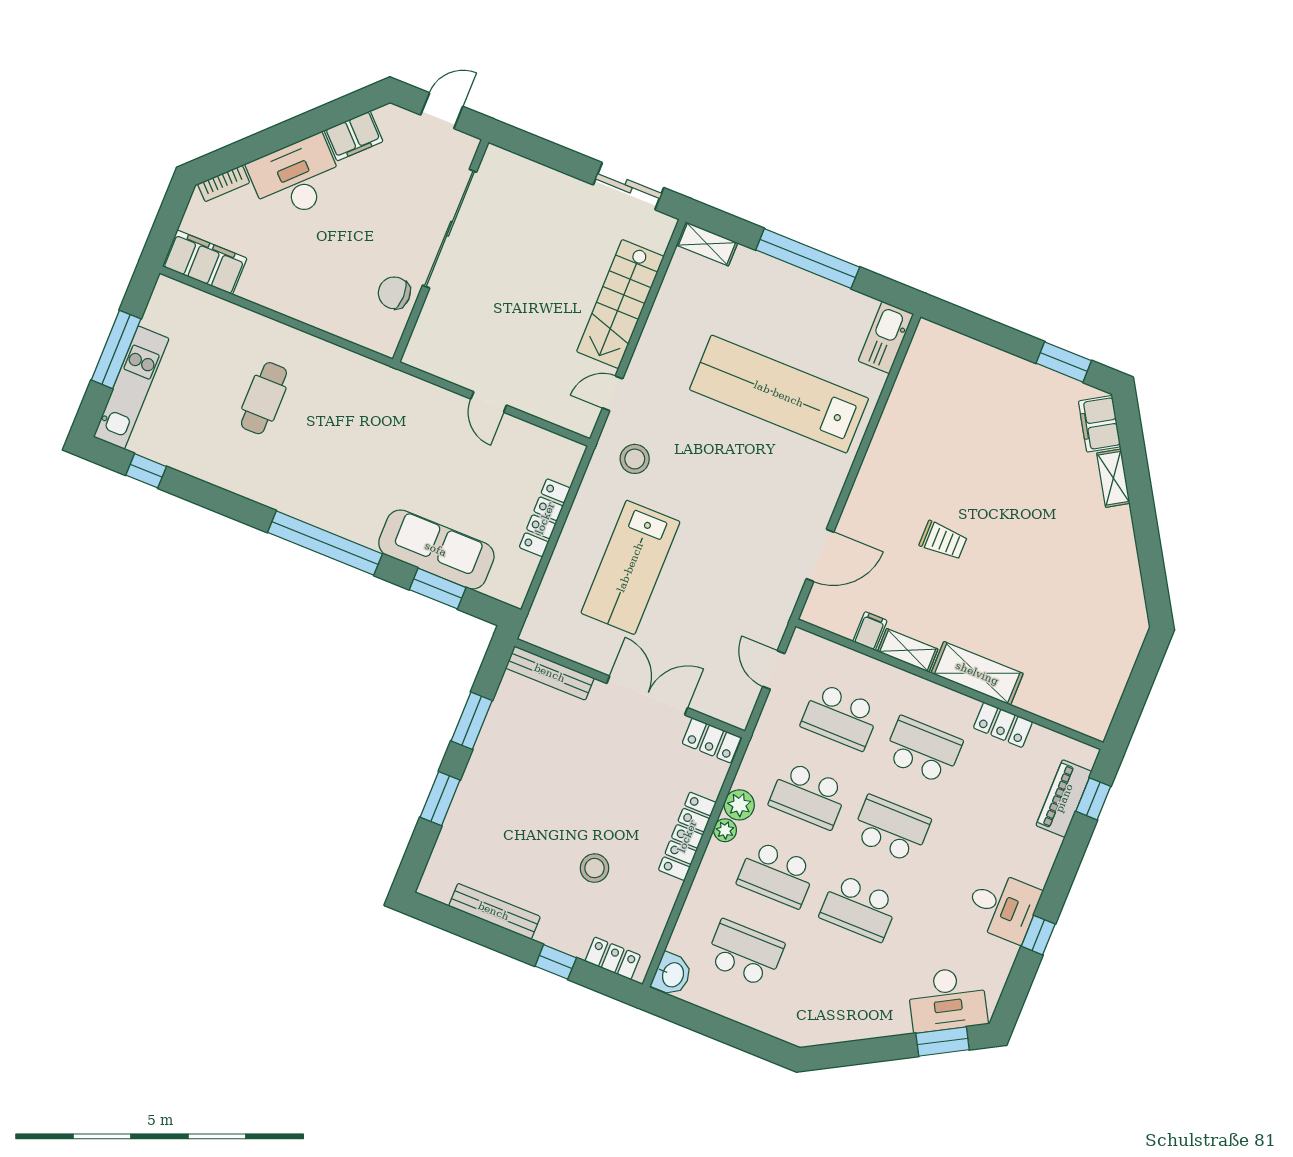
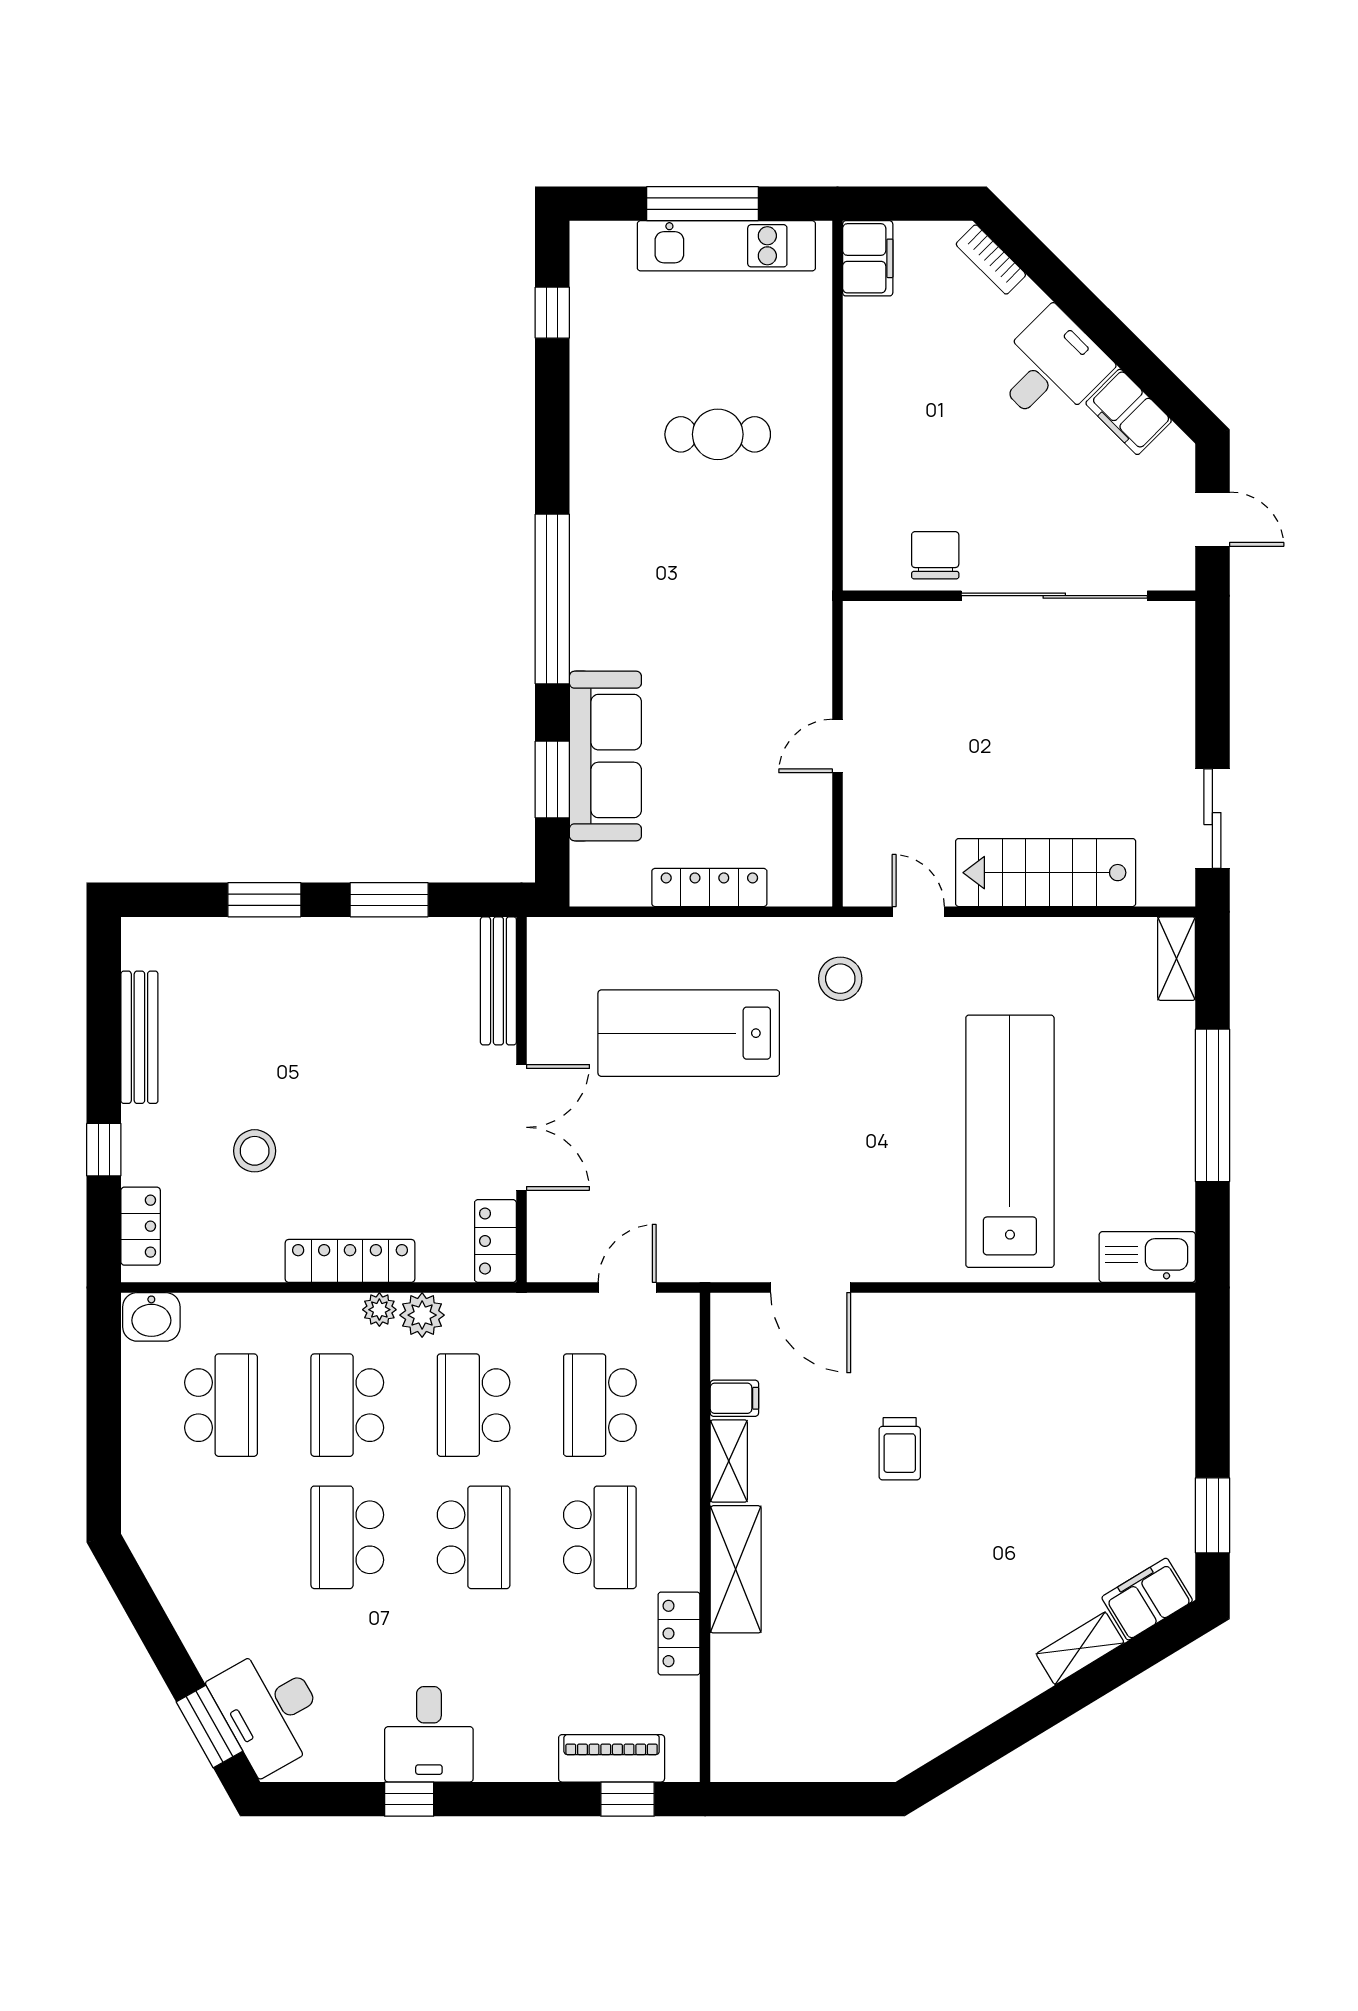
desk: (296, 178) -> (1051, 368), width x0.73
filing cabinet: (205, 262) -> (868, 258), width x0.67, depth x0.86
kitchen unit: (131, 388) -> (726, 246), moved

